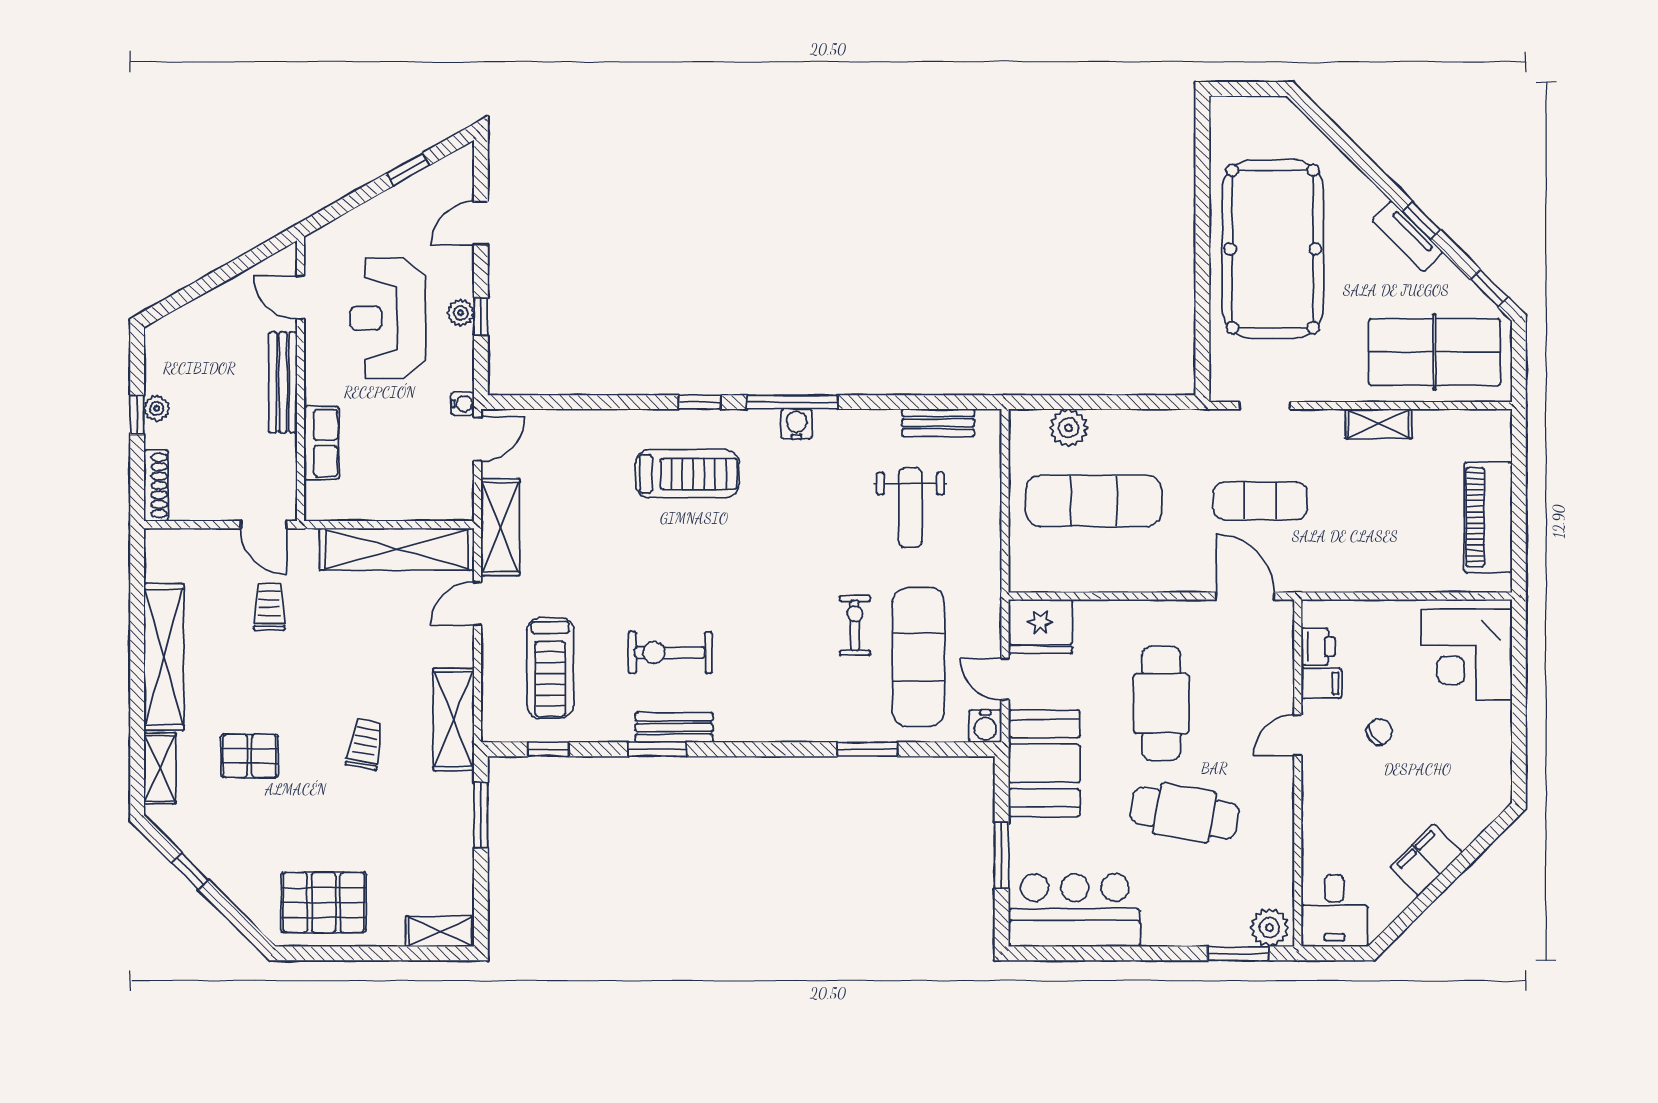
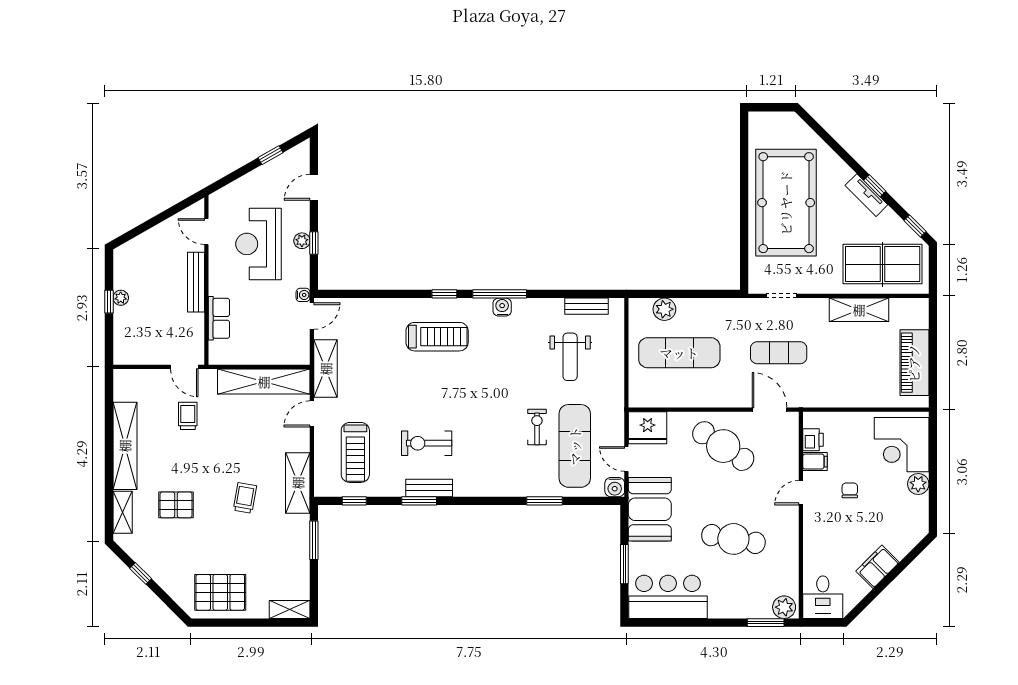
shelving: (1379, 424) -> (859, 310), width x1.50, depth x1.33
shoe rack: (156, 485) -> (120, 344), removed
cafe table: (1161, 703) -> (723, 446), moved, turned -56
plant: (1494, 721) -> (918, 484), added
chair: (1380, 732) -> (850, 490), turned -55

